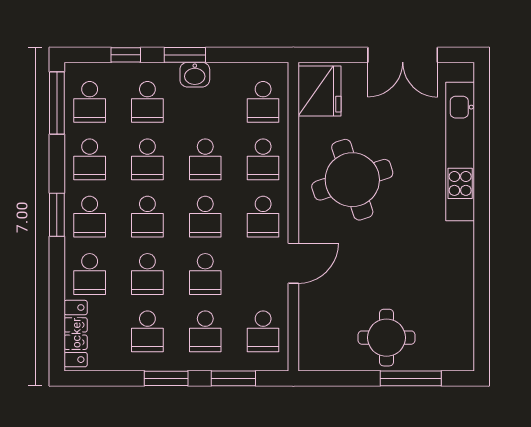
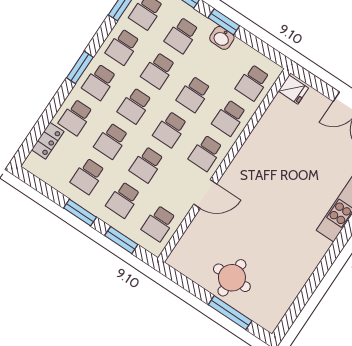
fridge: (320, 91) -> (293, 90), width x0.53, depth x0.75
round table: (352, 180) -> (276, 167), removed
locker: (76, 334) -> (48, 141), width x0.66

